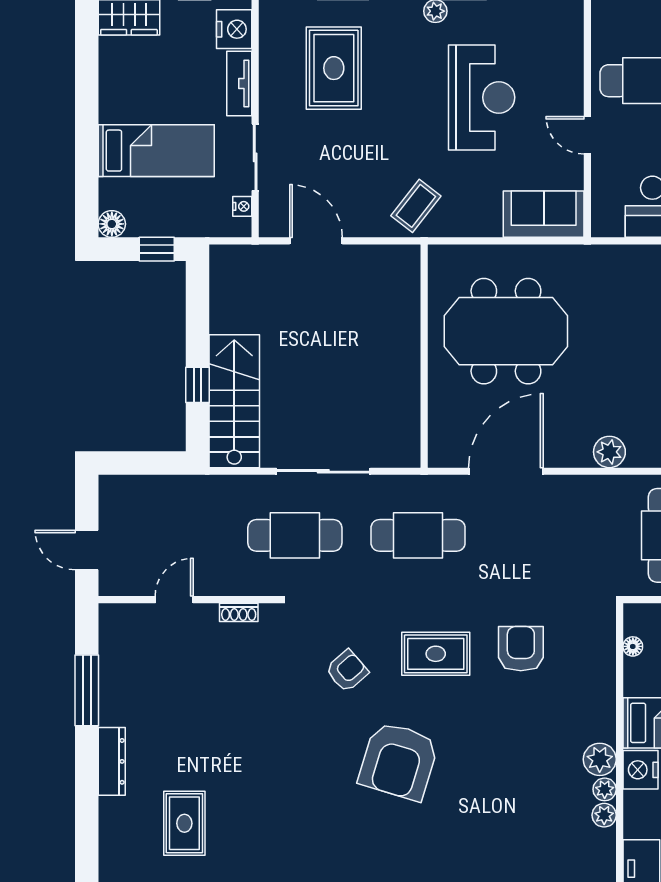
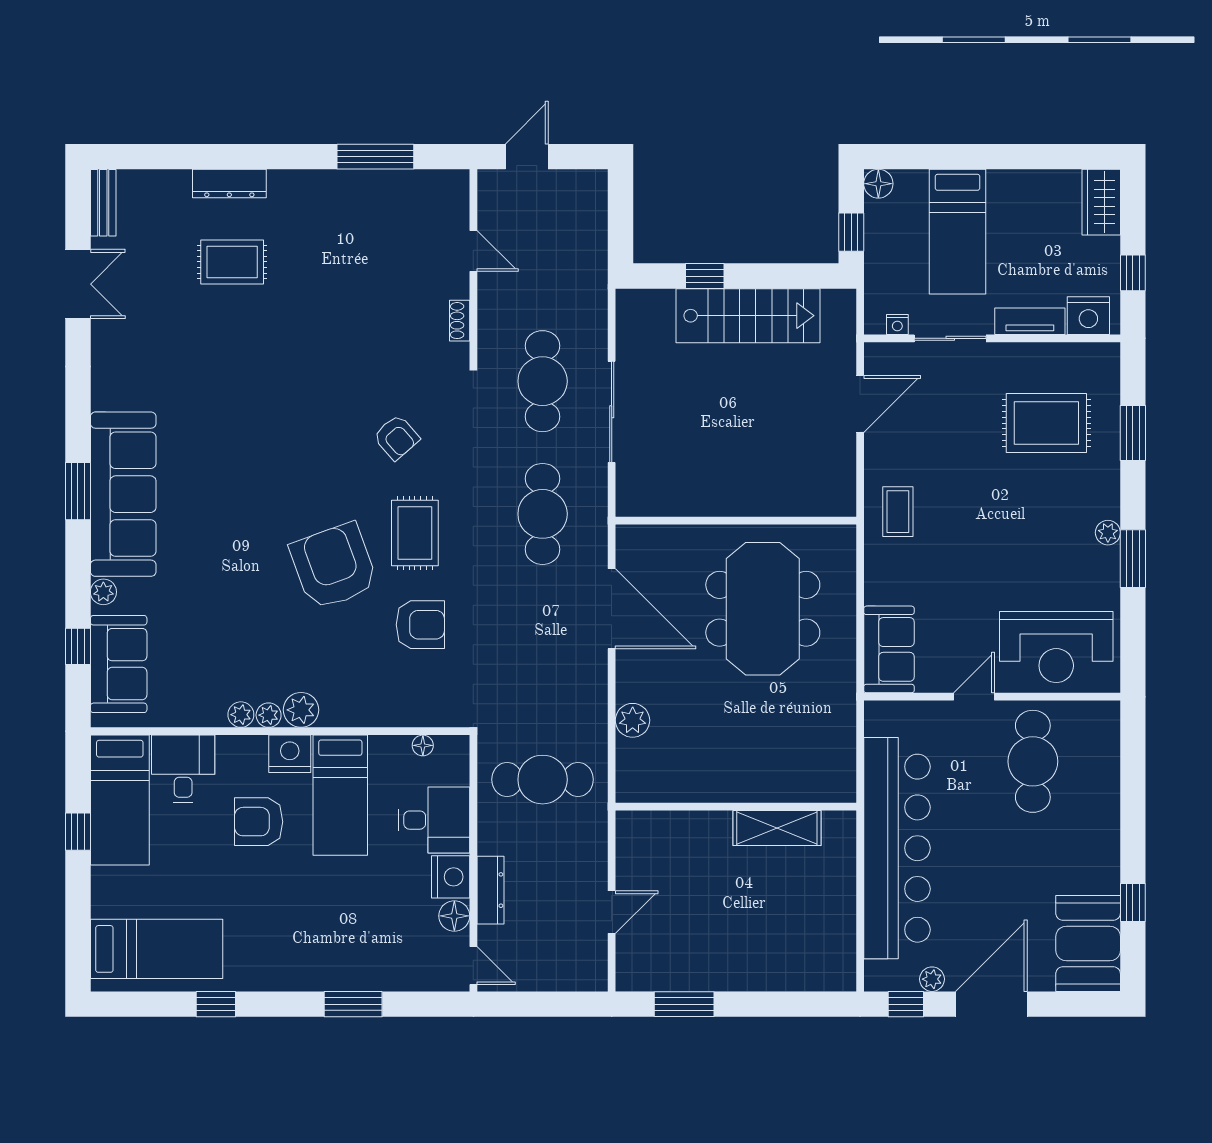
reception desk: (482, 97) -> (1056, 647), moved
coffee table: (416, 206) -> (898, 512), turned 52
stairs: (234, 401) -> (748, 316), moved
dresser: (112, 761) -> (229, 184), moved
armchair: (399, 761) -> (334, 566), moved, turned 53

